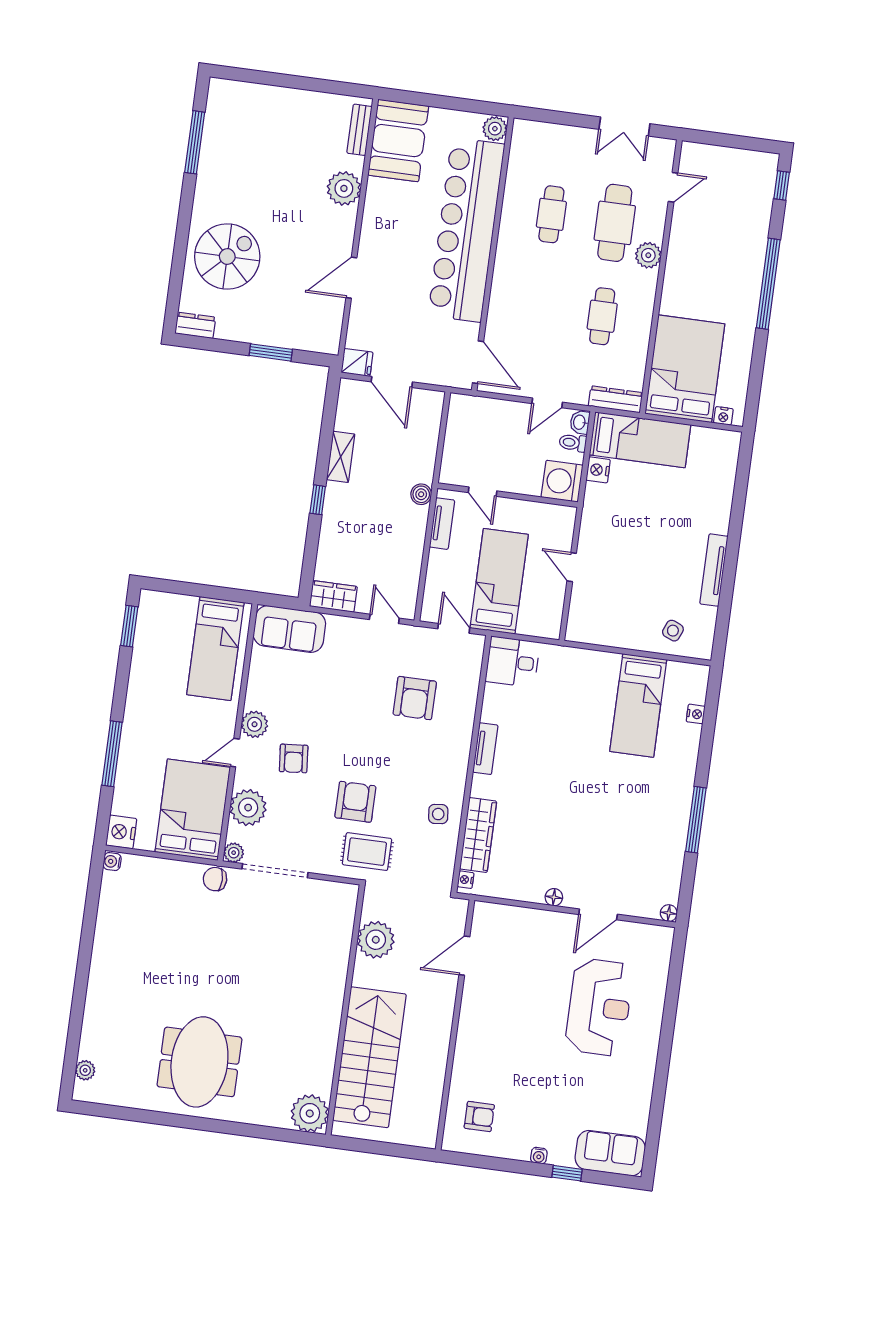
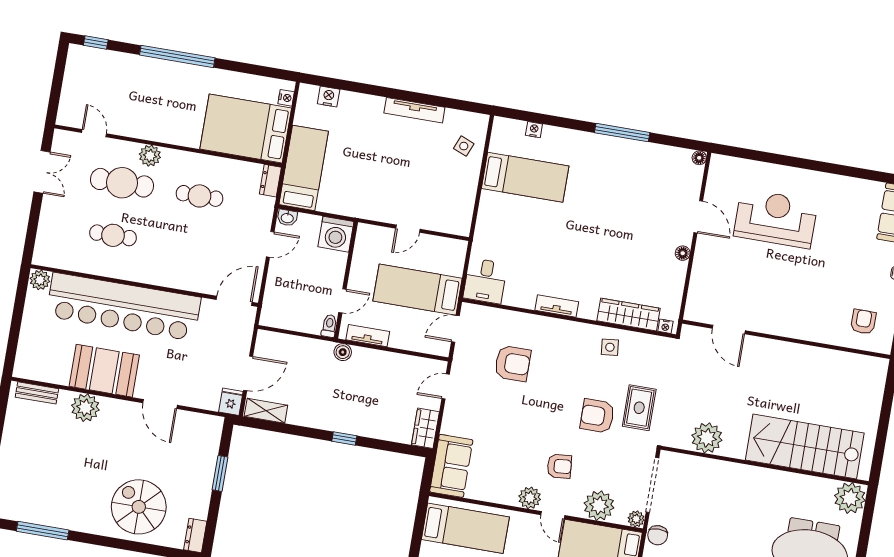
booth: (398, 141) -> (104, 371), moved
dresser: (616, 399) -> (270, 181), width x0.70
door: (547, 403) -> (270, 244), hinge flipped
toilet: (573, 443) -> (329, 326), moved, turned 180
shelving: (341, 457) -> (266, 411), moved
nightstand: (598, 470) -> (329, 97), moved, turned 180
plant: (376, 940) -> (707, 438), moved
wall: (345, 1010) -> (765, 465), moved
stairs: (370, 1057) -> (805, 446), moved
plant: (310, 1113) -> (850, 498), moved

